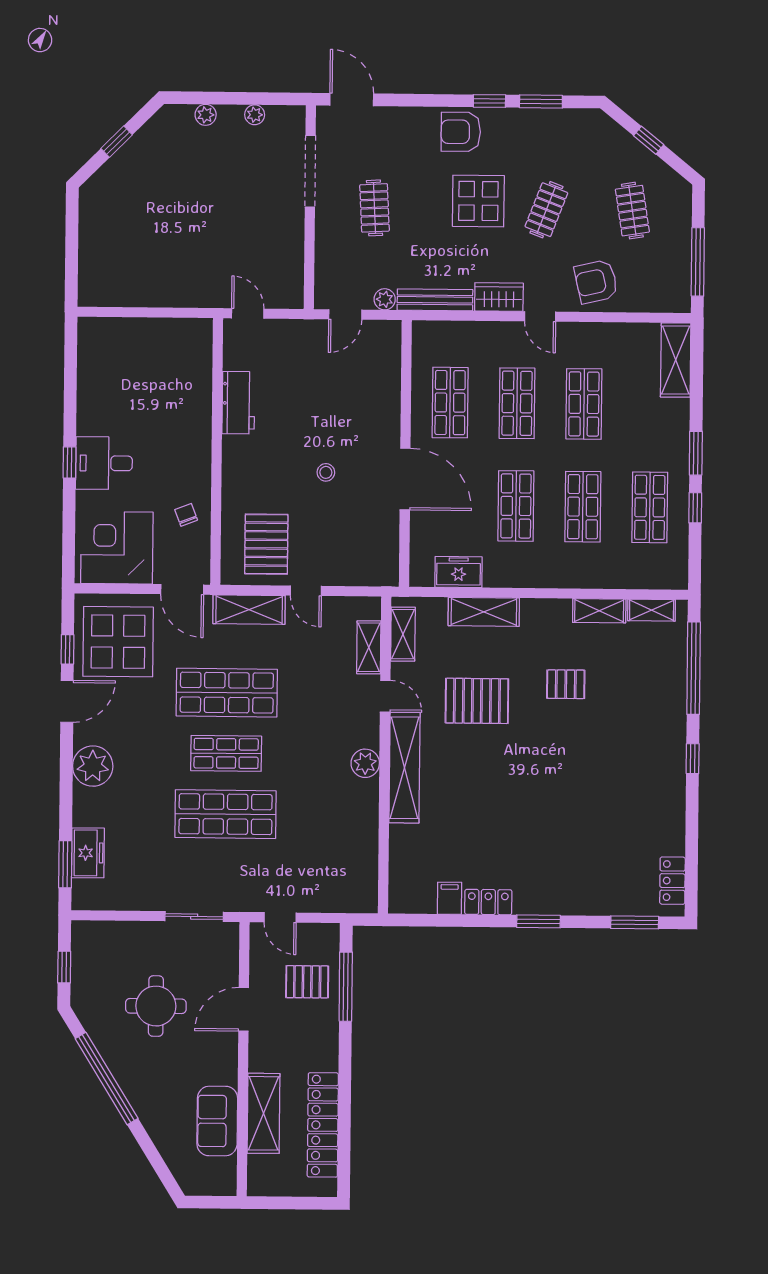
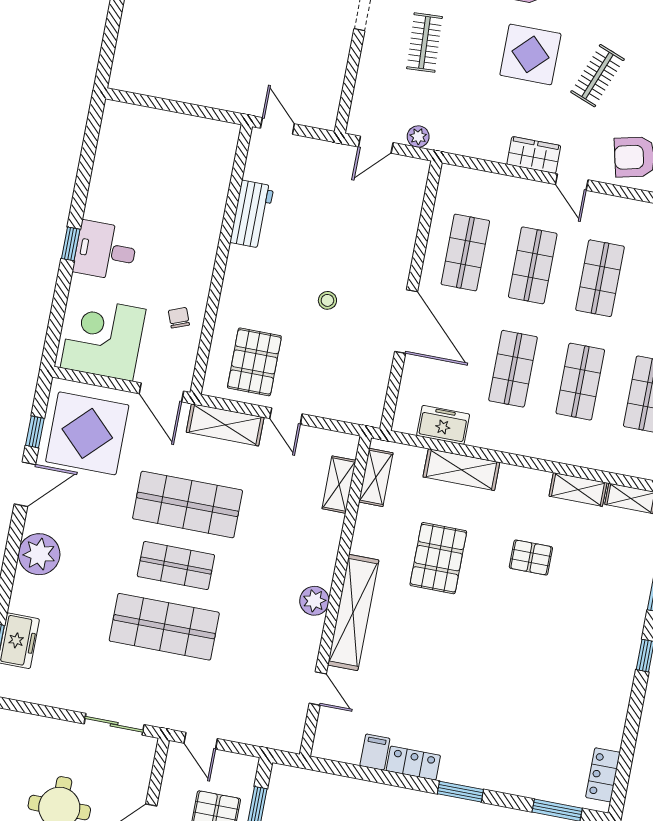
bench: (435, 300) -> (469, 146), removed
door: (385, 696) -> (318, 688), moved
pallet: (477, 701) -> (438, 558), turned 90

